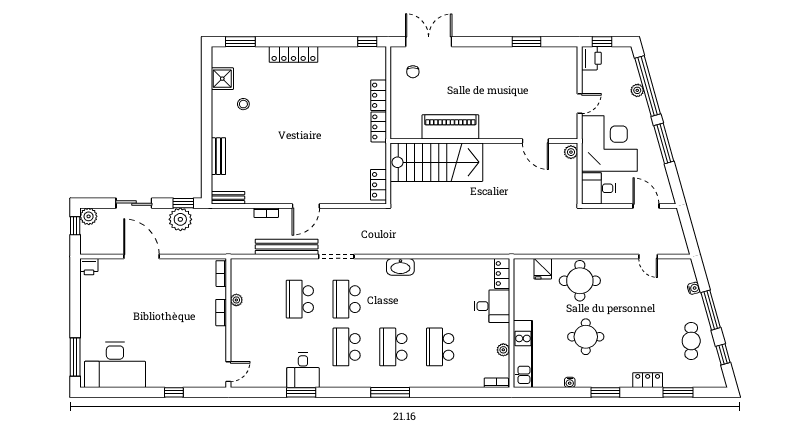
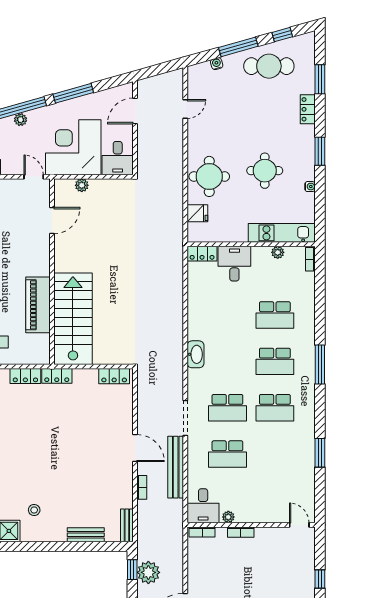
piano: (450, 127) -> (38, 305), moved
wall: (484, 141) -> (52, 272), moved
door: (535, 141) -> (52, 221), moved
stairs: (436, 162) -> (73, 319), moved
cafe table: (691, 341) -> (269, 66), width x1.37, depth x1.35
desk: (303, 370) -> (203, 506), moved, turned 90

